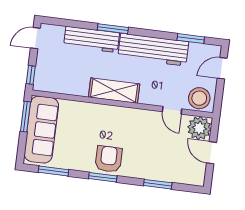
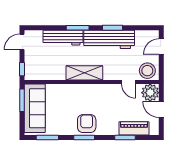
window: (191, 39) -> (112, 28), moved
piano: (171, 174) -> (134, 128), added

